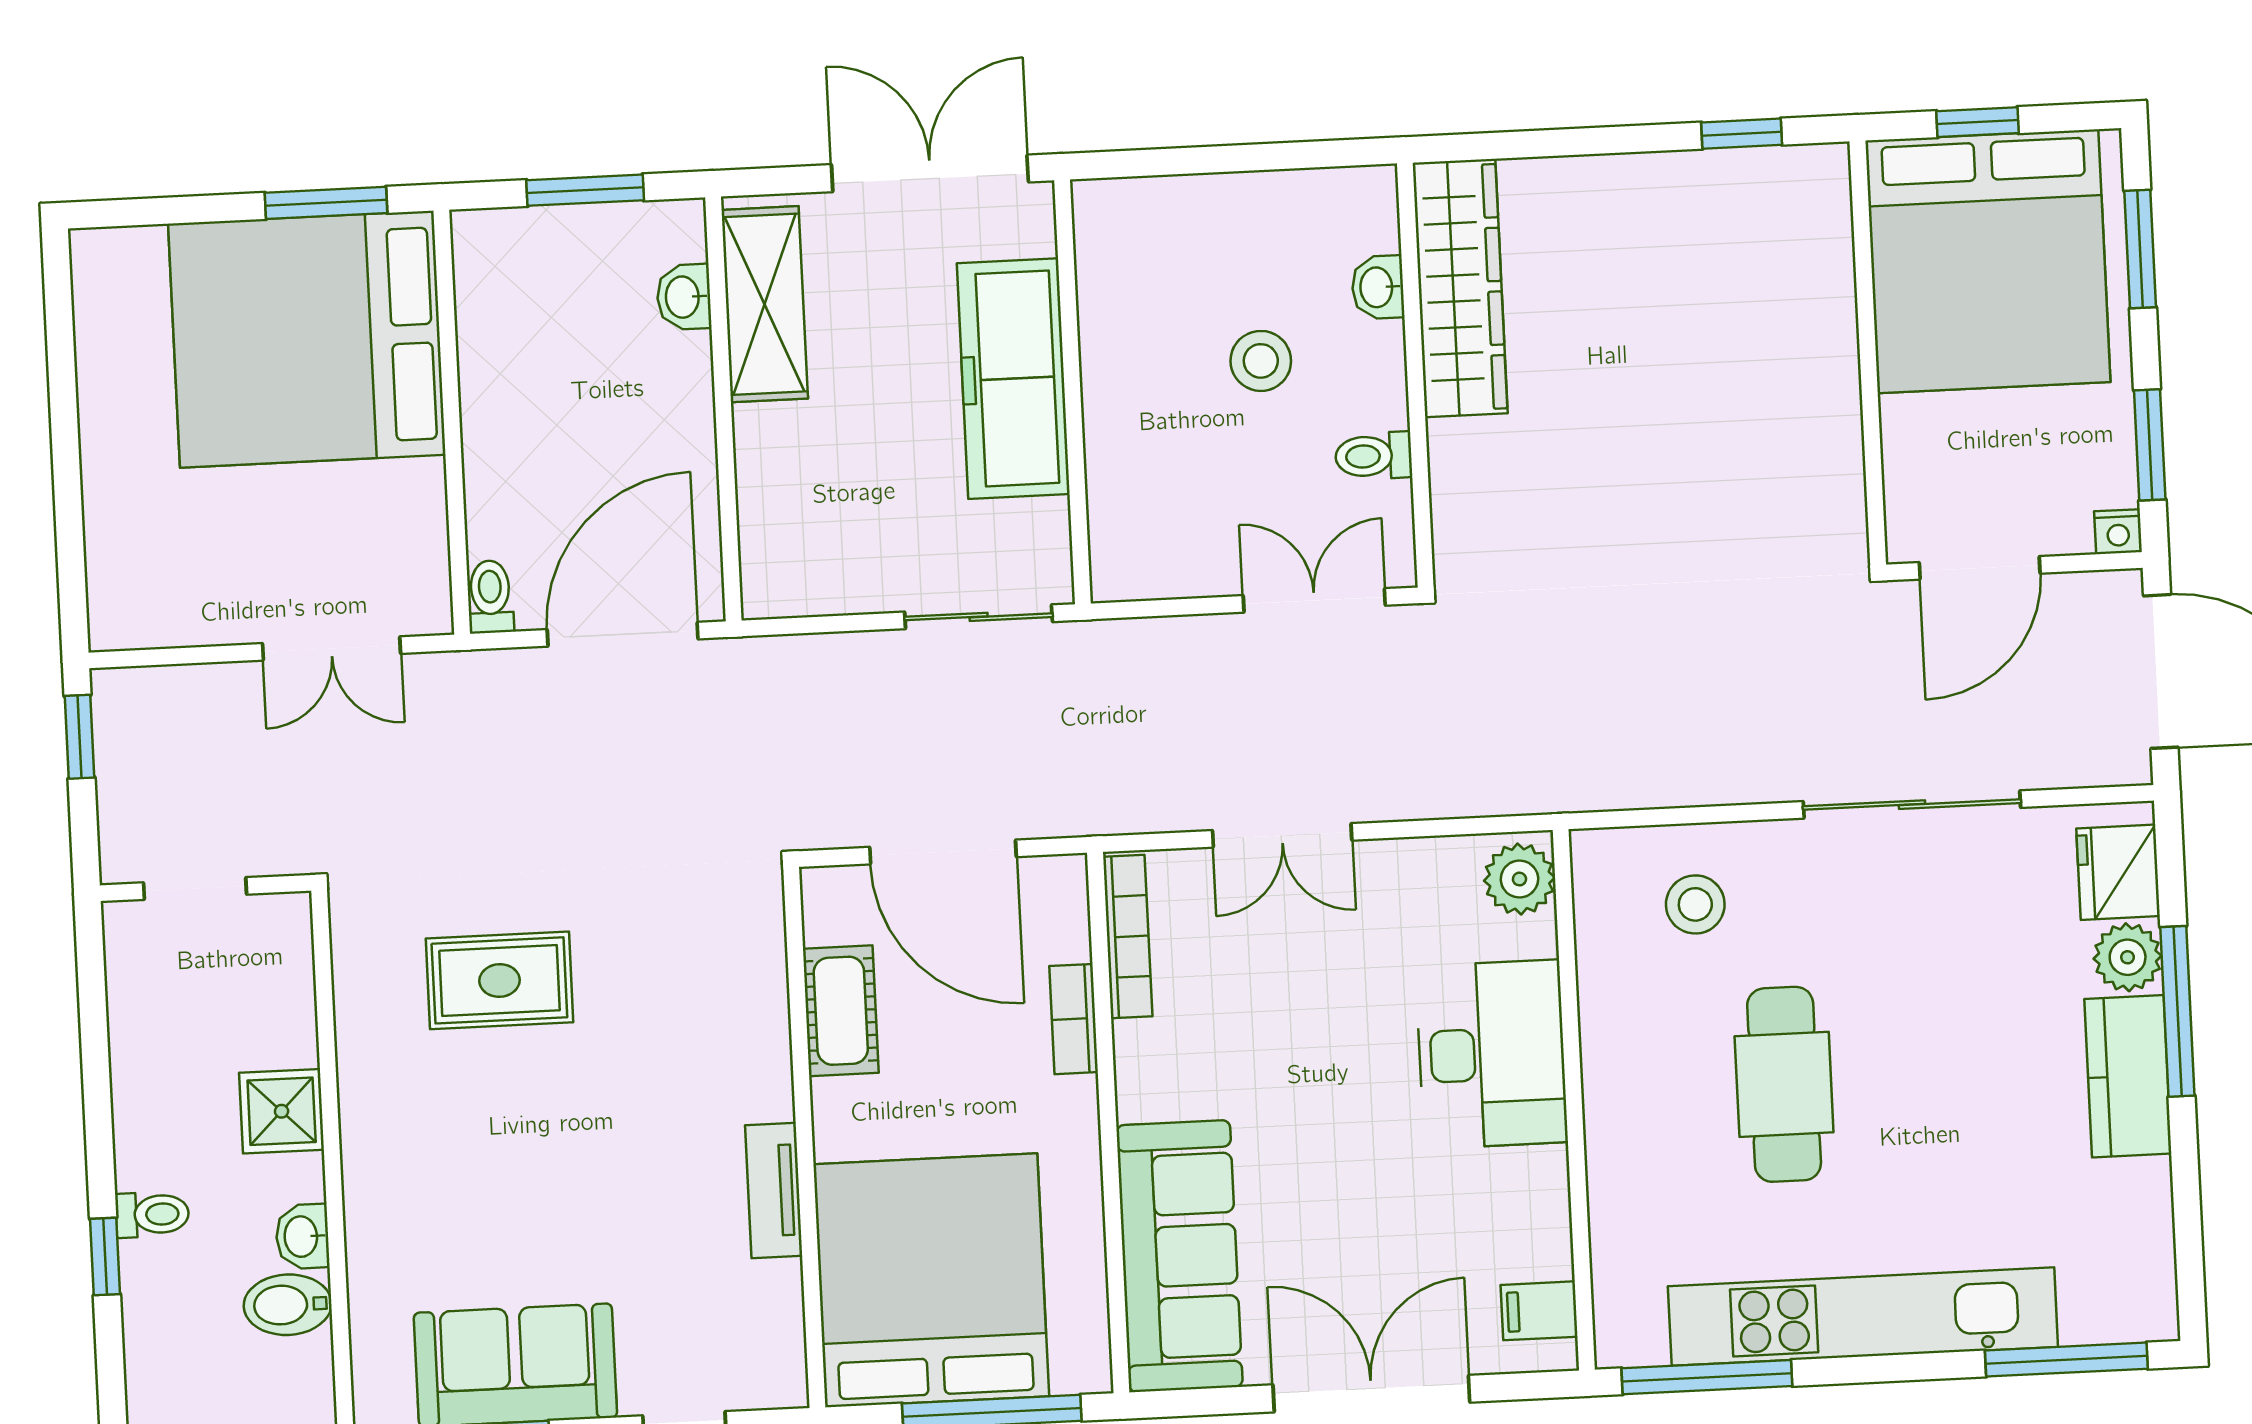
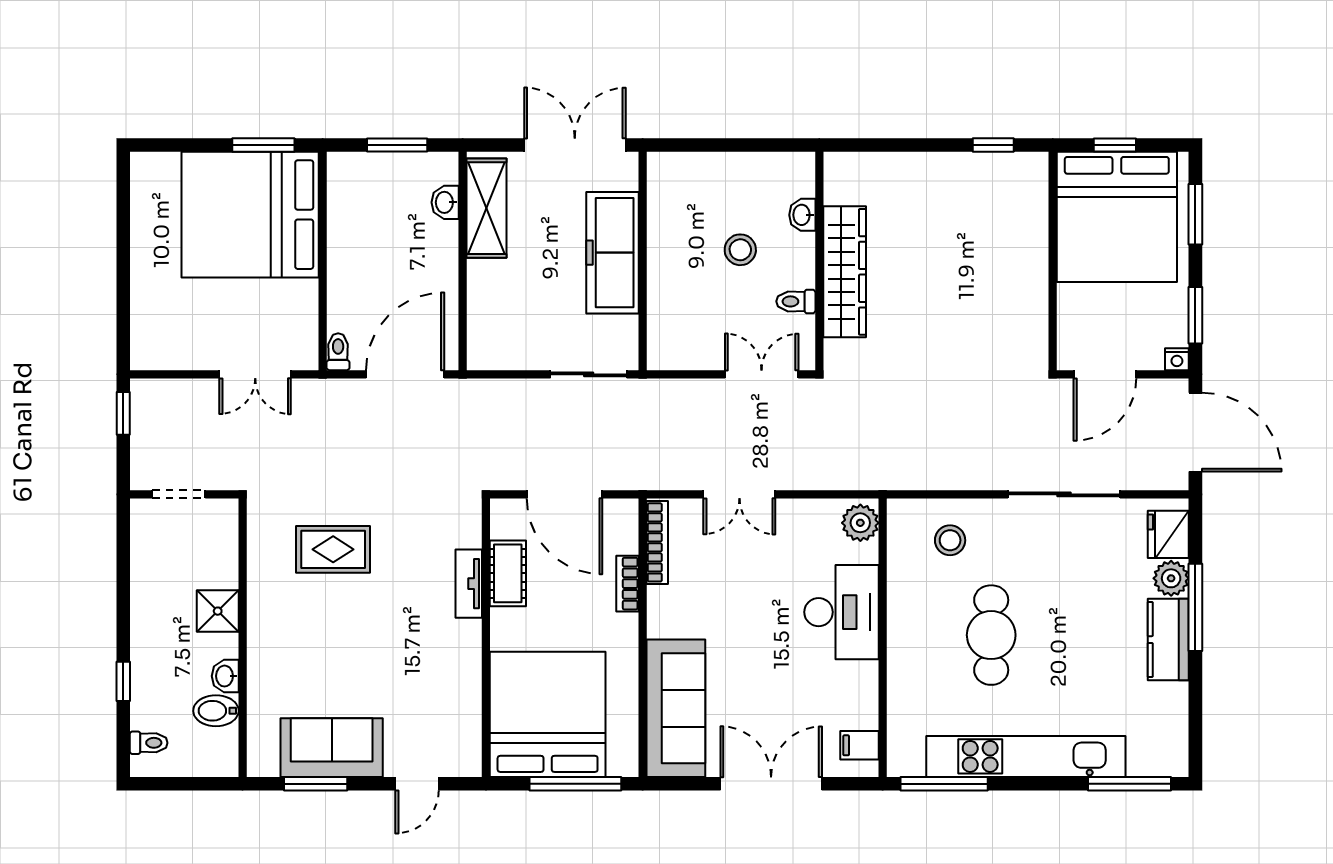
wardrobe: (1460, 288) -> (845, 272), moved
tv unit: (774, 1190) -> (469, 584), moved
toilet: (152, 1214) -> (149, 743), moved

